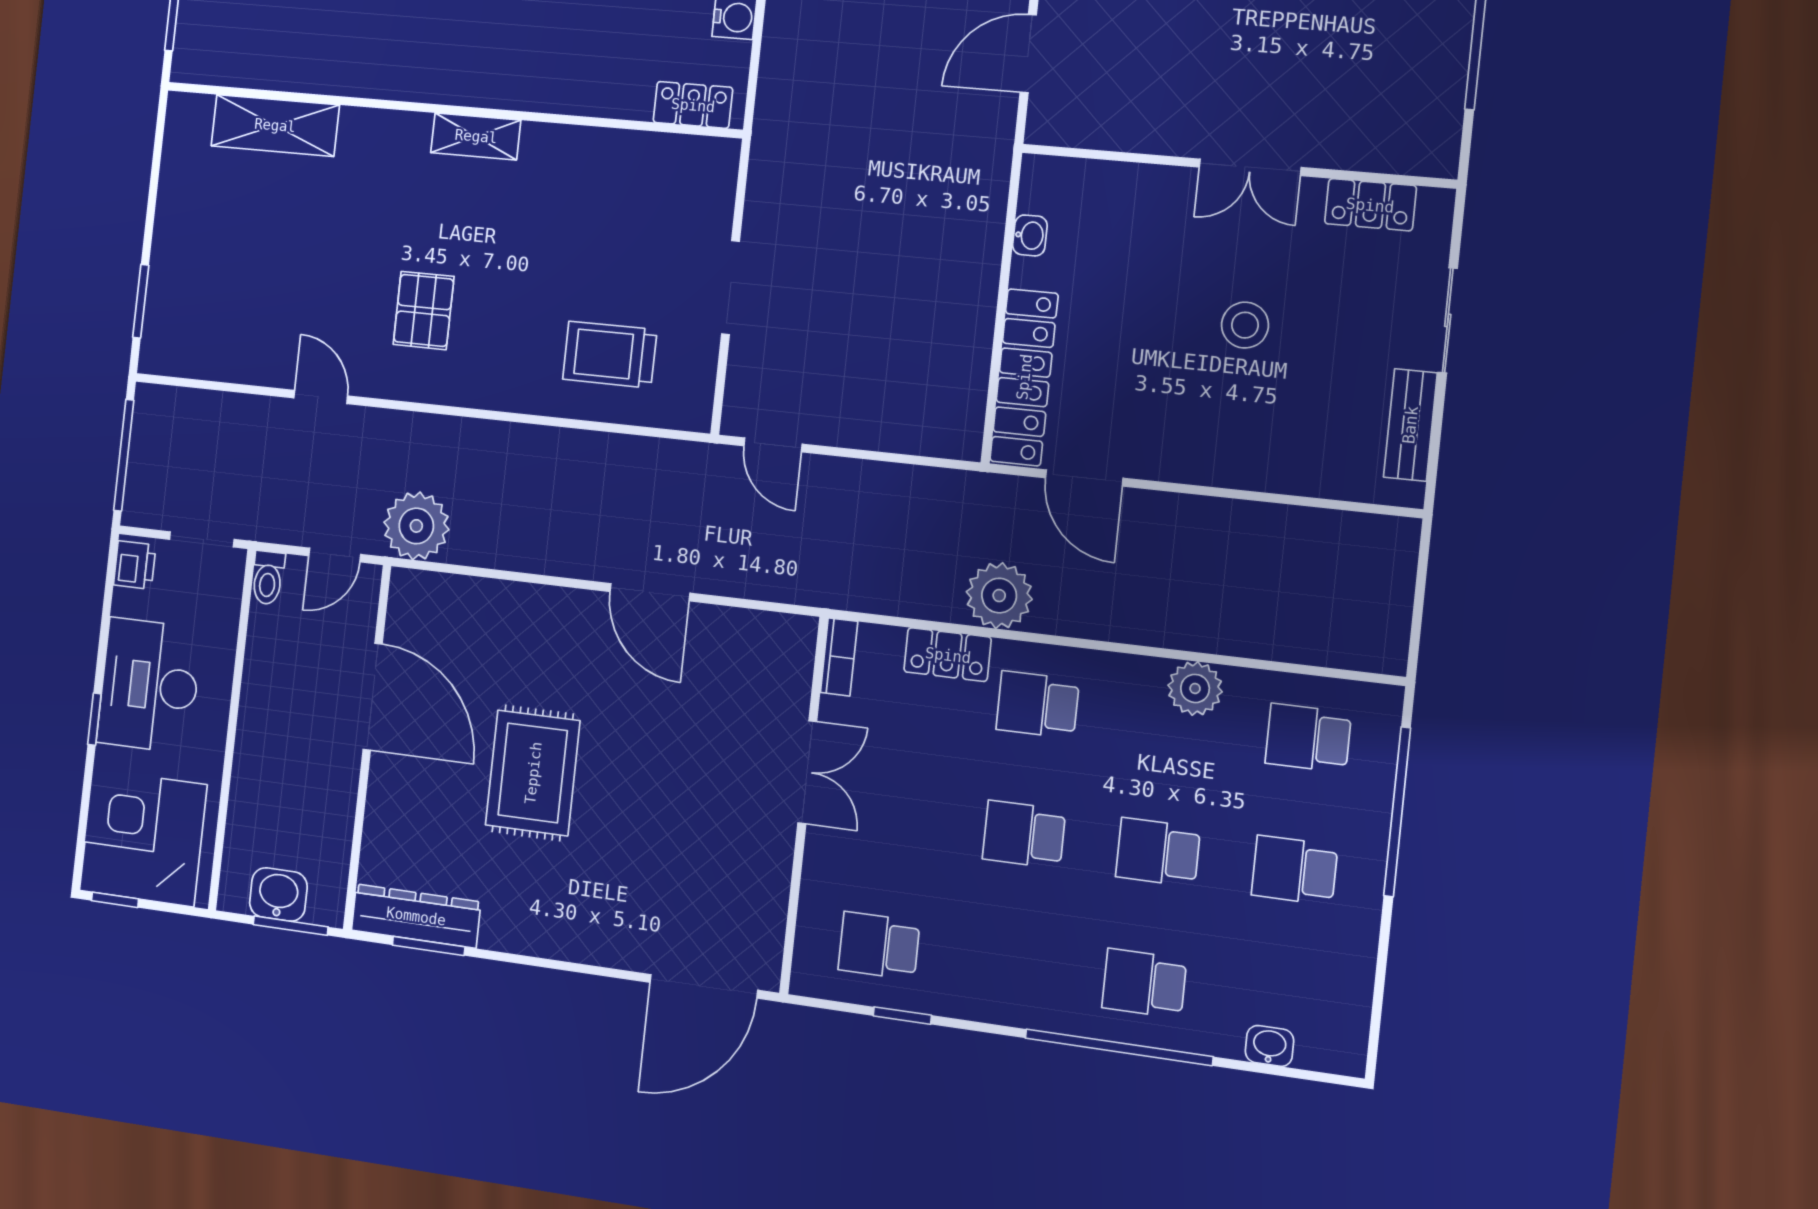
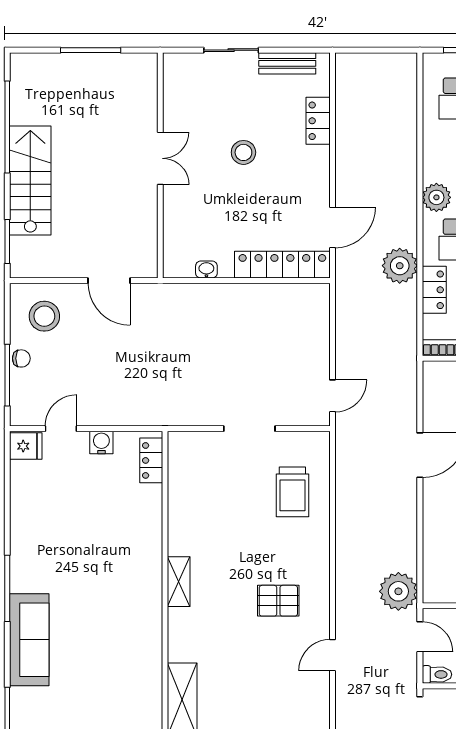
locker: (1370, 205) -> (318, 121), moved, turned 180
plant: (1195, 688) -> (436, 197), moved

